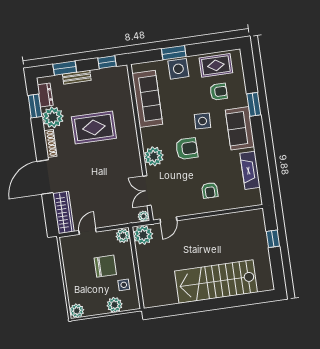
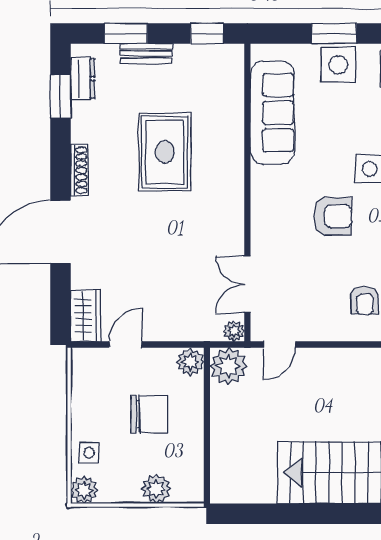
plant: (53, 117) -> (91, 122), removed
rug: (94, 127) -> (165, 152), turned 90
plant: (154, 156) -> (269, 222), removed
wardrobe: (63, 212) -> (86, 316), width x0.67
side table: (124, 285) -> (89, 453), moved

